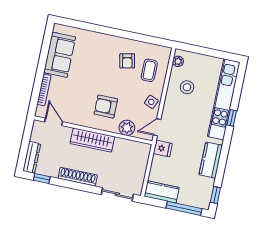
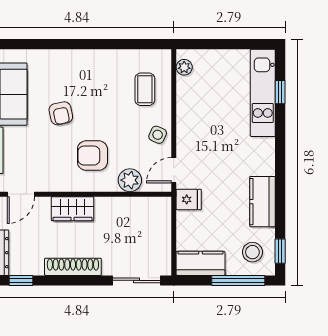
armchair: (127, 61) -> (61, 113), moved
stool: (187, 87) -> (252, 252), moved
kitchen unit: (224, 99) -> (263, 93), width x0.73
window: (232, 118) -> (280, 92), moved
door: (54, 122) -> (21, 194), swing flipped
wardrobe: (92, 140) -> (73, 209), width x0.67

